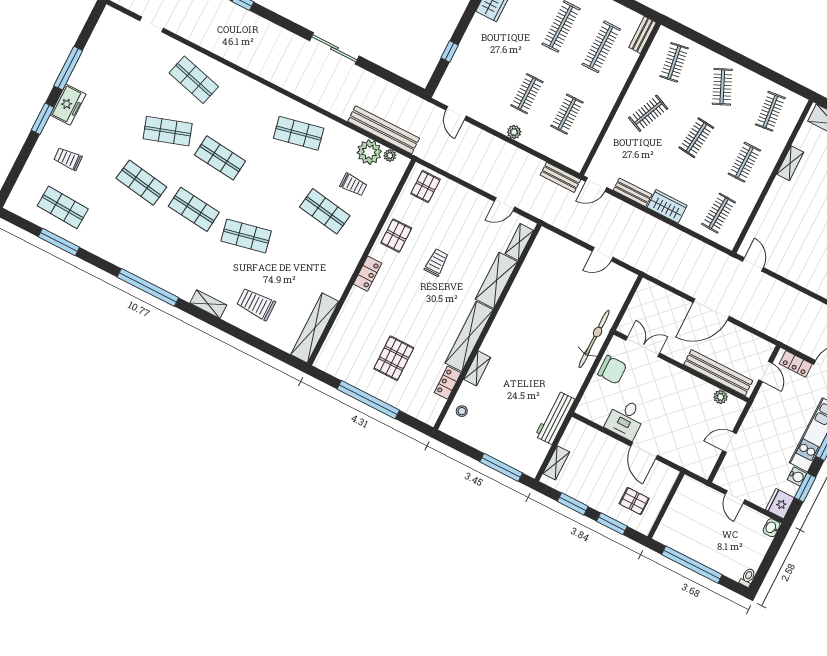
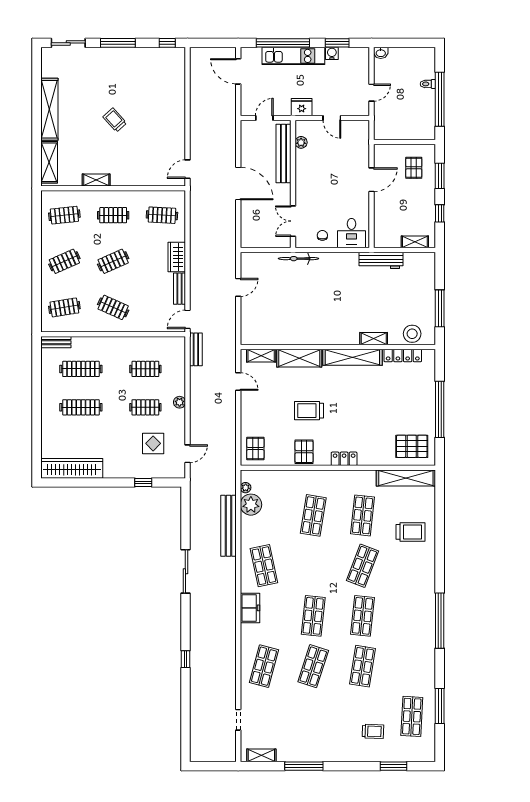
display table: (485, 83) -> (153, 443), added
freezer: (68, 105) -> (250, 608), moved, turned 90
window: (42, 119) -> (394, 766), moved
bench: (384, 130) -> (228, 526), moved
shop shelf: (168, 131) -> (313, 666), turned 36
clothes rail: (696, 138) -> (113, 261), turned -30
trolley: (68, 159) -> (373, 731), turned -85
door: (596, 184) -> (188, 319), swing flipped
trolley: (353, 185) -> (282, 504), removed
pallet: (425, 186) -> (255, 449), turned 90
shop shelf: (246, 236) -> (363, 566), turned 33
pallet: (396, 236) -> (304, 452), turned 90
door: (603, 254) -> (238, 287), hinge flipped
shop shelf: (299, 263) -> (363, 515), added
trolley: (436, 263) -> (309, 411), width x1.36, depth x1.39
shelving: (208, 304) -> (261, 755), moved, turned 90
trolley: (256, 304) -> (410, 532), turned -90
bicycle: (594, 339) -> (299, 259), width x0.73, depth x0.71
pallet: (394, 358) -> (412, 446), moved
locker: (796, 364) -> (247, 98), removed
chair: (612, 370) -> (322, 235), width x0.54, depth x0.54
locker: (448, 383) -> (403, 356), width x1.53
stool: (462, 411) -> (412, 334), width x1.89, depth x1.89
desk: (626, 419) -> (351, 233), moved, turned 90
window: (501, 467) -> (440, 308), moved
window: (573, 504) -> (440, 213), width x0.67
fridge: (780, 504) -> (302, 107), moved, turned 180
toilet: (748, 577) -> (428, 84), moved

